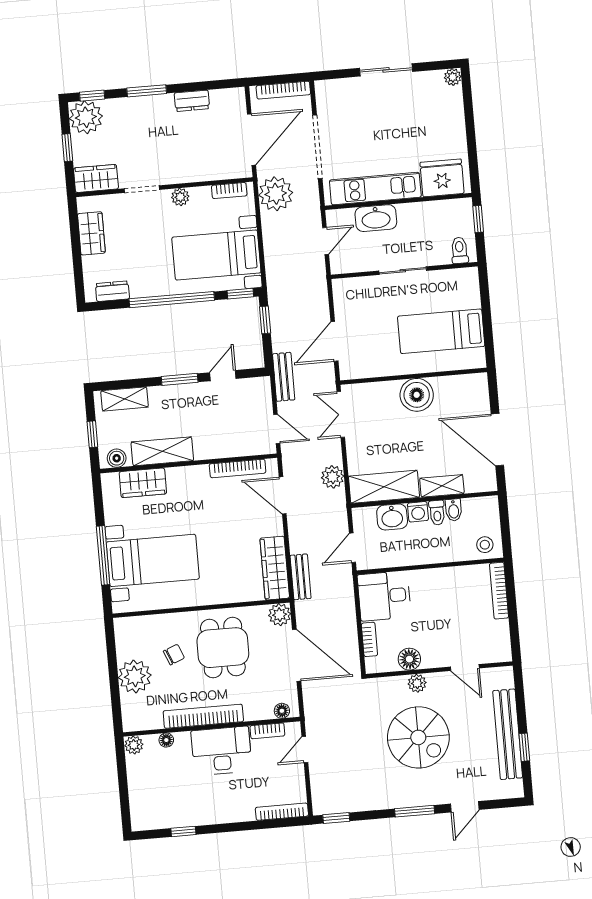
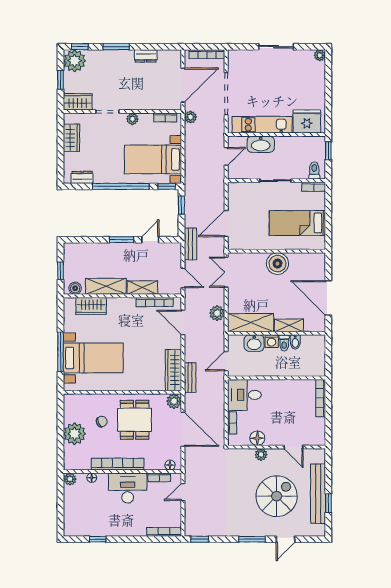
plant: (276, 194) -> (190, 117), width x0.53, depth x0.53
bookcase: (461, 275) -> (314, 187), added
shelving: (125, 399) -> (142, 288), moved
stool: (485, 545) -> (314, 367), removed
spiral stairs: (418, 737) -> (277, 496), moved, turned -90

